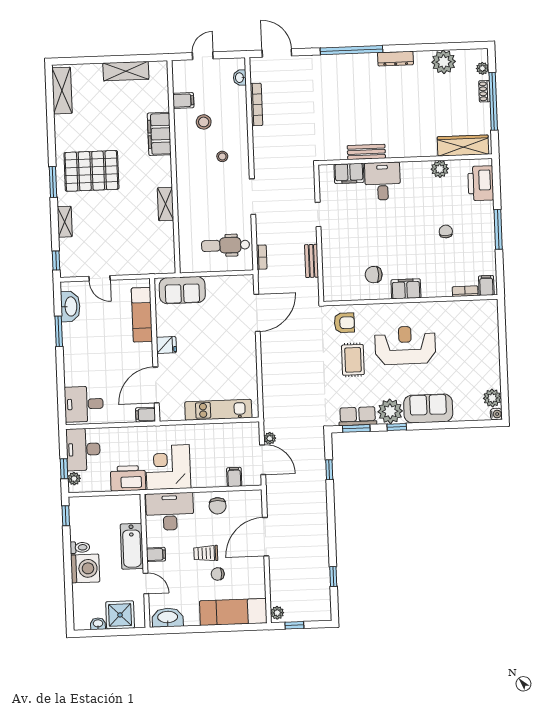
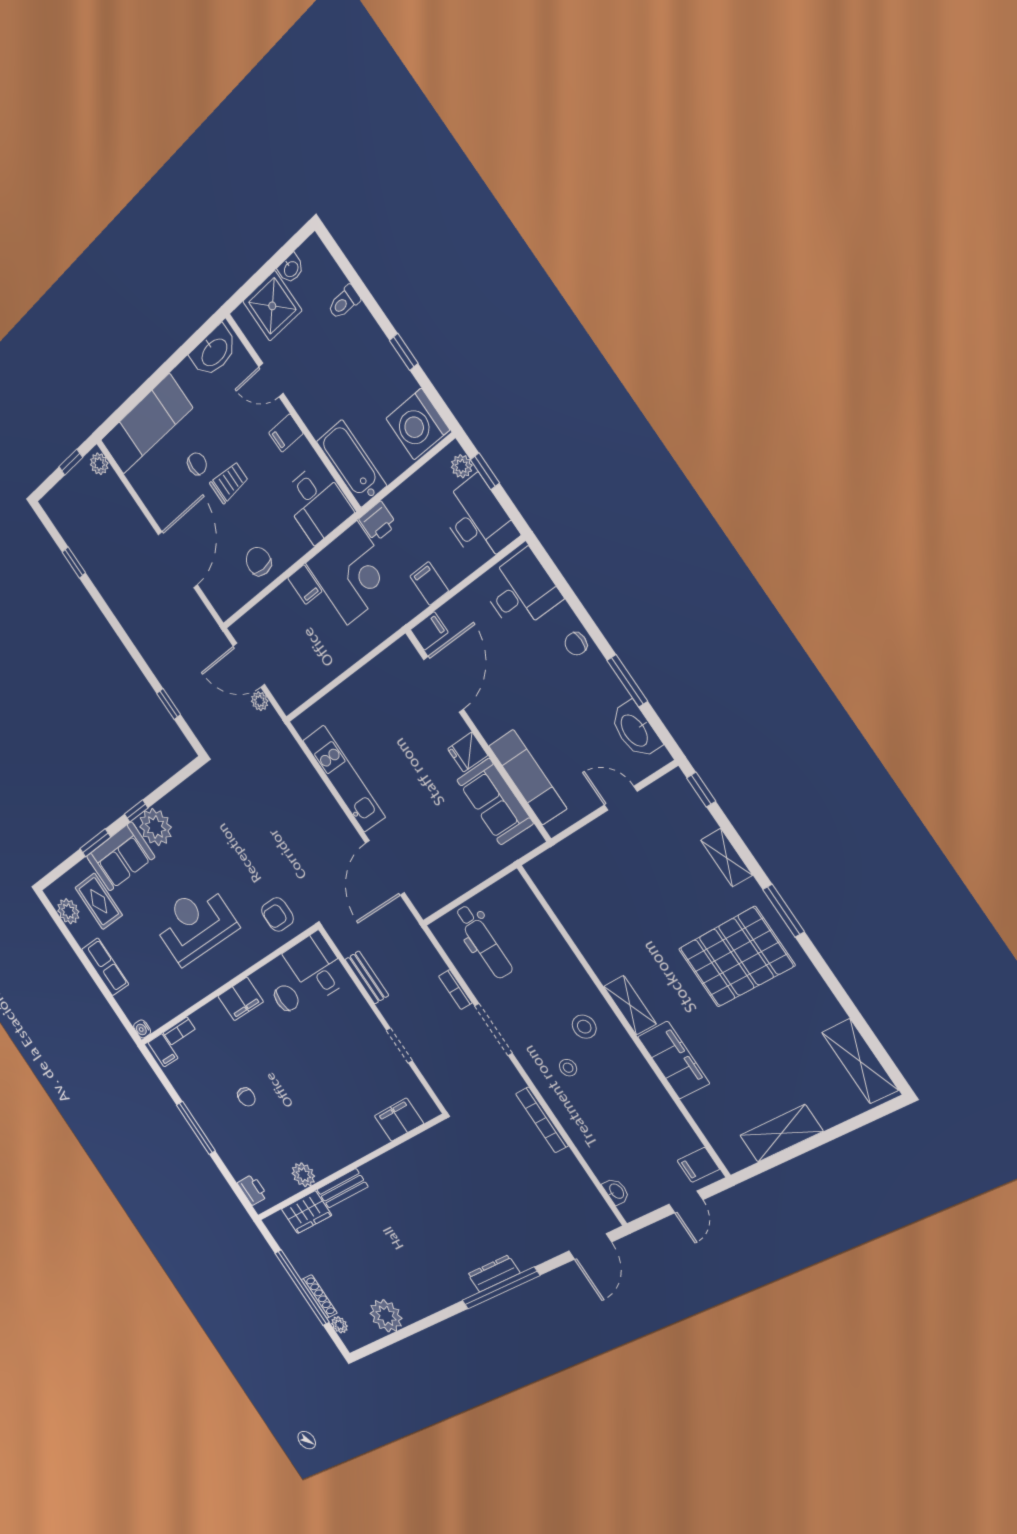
door: (277, 53) -> (590, 1246), hinge flipped
dresser: (395, 59) -> (494, 1274), moved
shoe rack: (484, 91) -> (319, 1296), width x1.43
filing cabinet: (183, 100) -> (698, 1165), moved
bookcase: (256, 105) -> (542, 1120), moved
stool: (204, 122) -> (584, 1027), moved
wardrobe: (463, 146) -> (306, 1212), width x0.67
bench: (366, 152) -> (342, 1188), moved
desk: (383, 181) -> (317, 967), moved, turned 180
printer: (481, 183) -> (252, 1190), width x0.53, depth x0.68
shelving: (166, 204) -> (630, 1005), moved
dental chair: (226, 245) -> (484, 942), turned 90
bookcase: (262, 257) -> (455, 990), moved
sofa: (182, 290) -> (495, 802), moved, turned -90
reception desk: (405, 345) -> (195, 924), turned 180
rug: (353, 360) -> (99, 901), moved
chair: (73, 363) -> (576, 644), added
kitchen unit: (218, 410) -> (344, 779), moved, turned -90
water cooler: (496, 414) -> (142, 1029), moved
row of seats: (358, 416) -> (105, 967), moved, turned -90
window: (356, 428) -> (95, 843), moved
filing cabinet: (129, 437) -> (429, 584), added
filing cabinet: (234, 477) -> (305, 585), moved
printer: (128, 478) -> (378, 522), width x0.53, depth x0.68
desk: (170, 512) -> (317, 503), width x0.73
window: (66, 516) -> (404, 352), moved
bathtub: (132, 546) -> (352, 464), moved
toilet: (80, 547) -> (344, 302), moved
washing machine: (85, 568) -> (418, 424), moved

